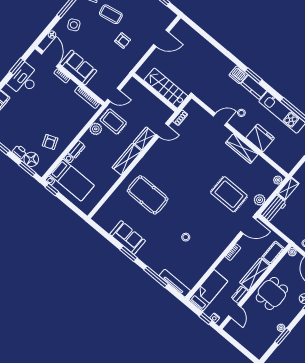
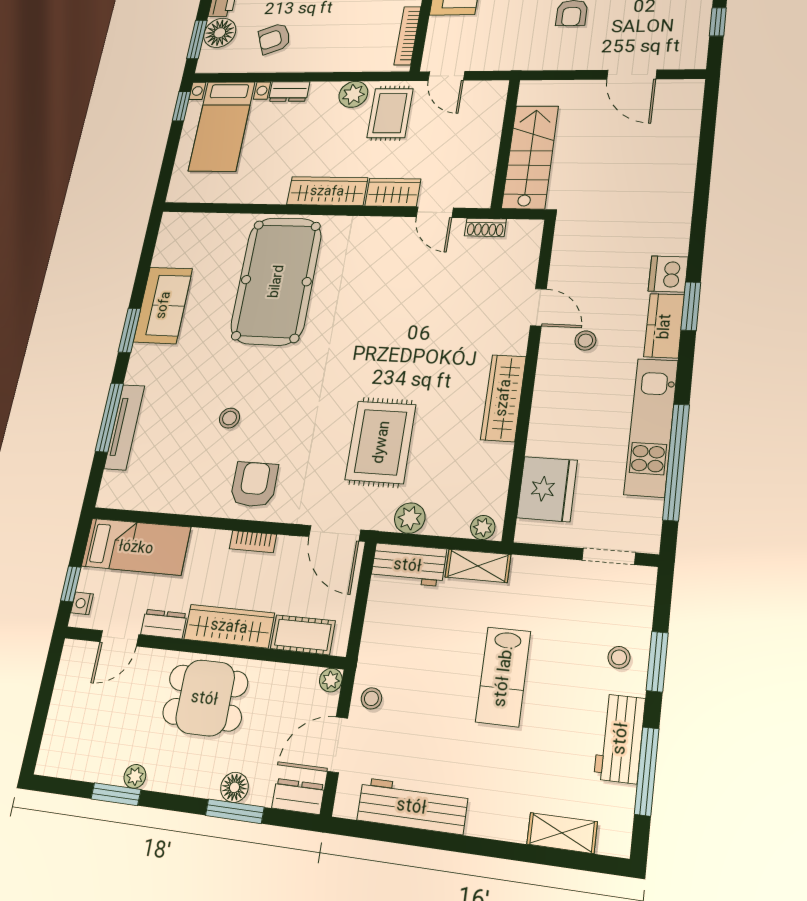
fridge: (260, 138) -> (547, 489), moved
pool table: (148, 195) -> (276, 281), width x1.36, depth x1.32
armchair: (214, 241) -> (254, 484), added
tv unit: (175, 283) -> (124, 427), moved

